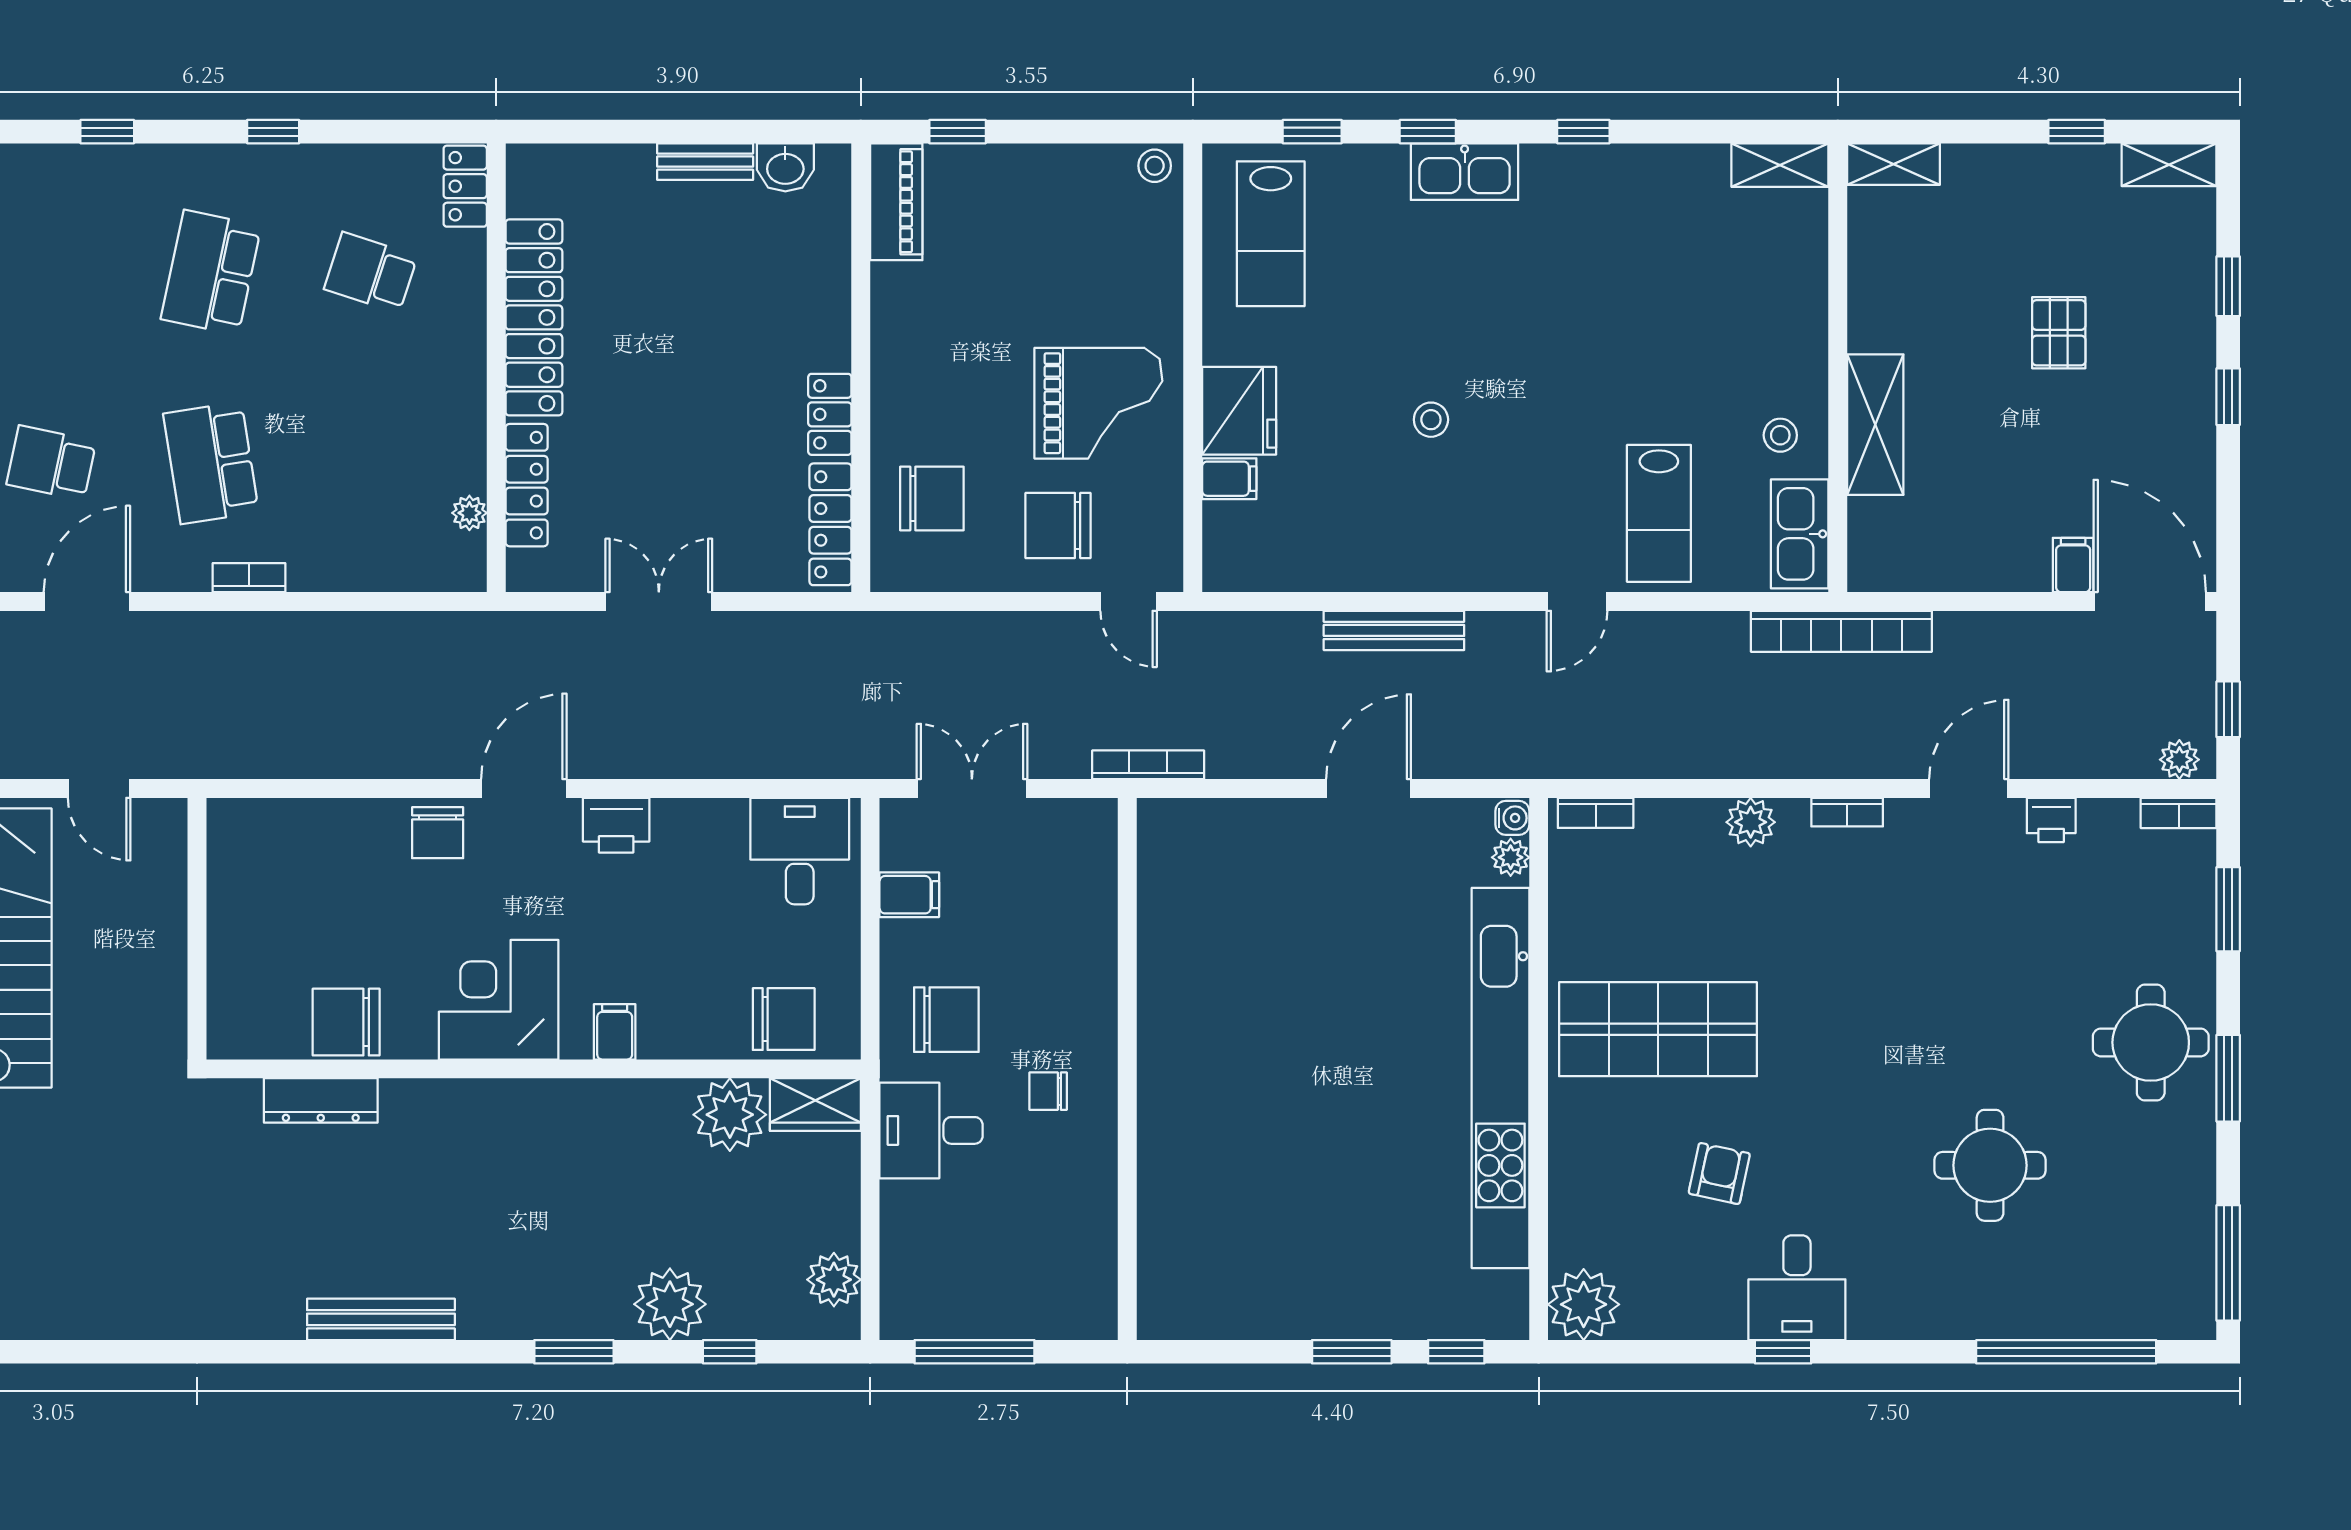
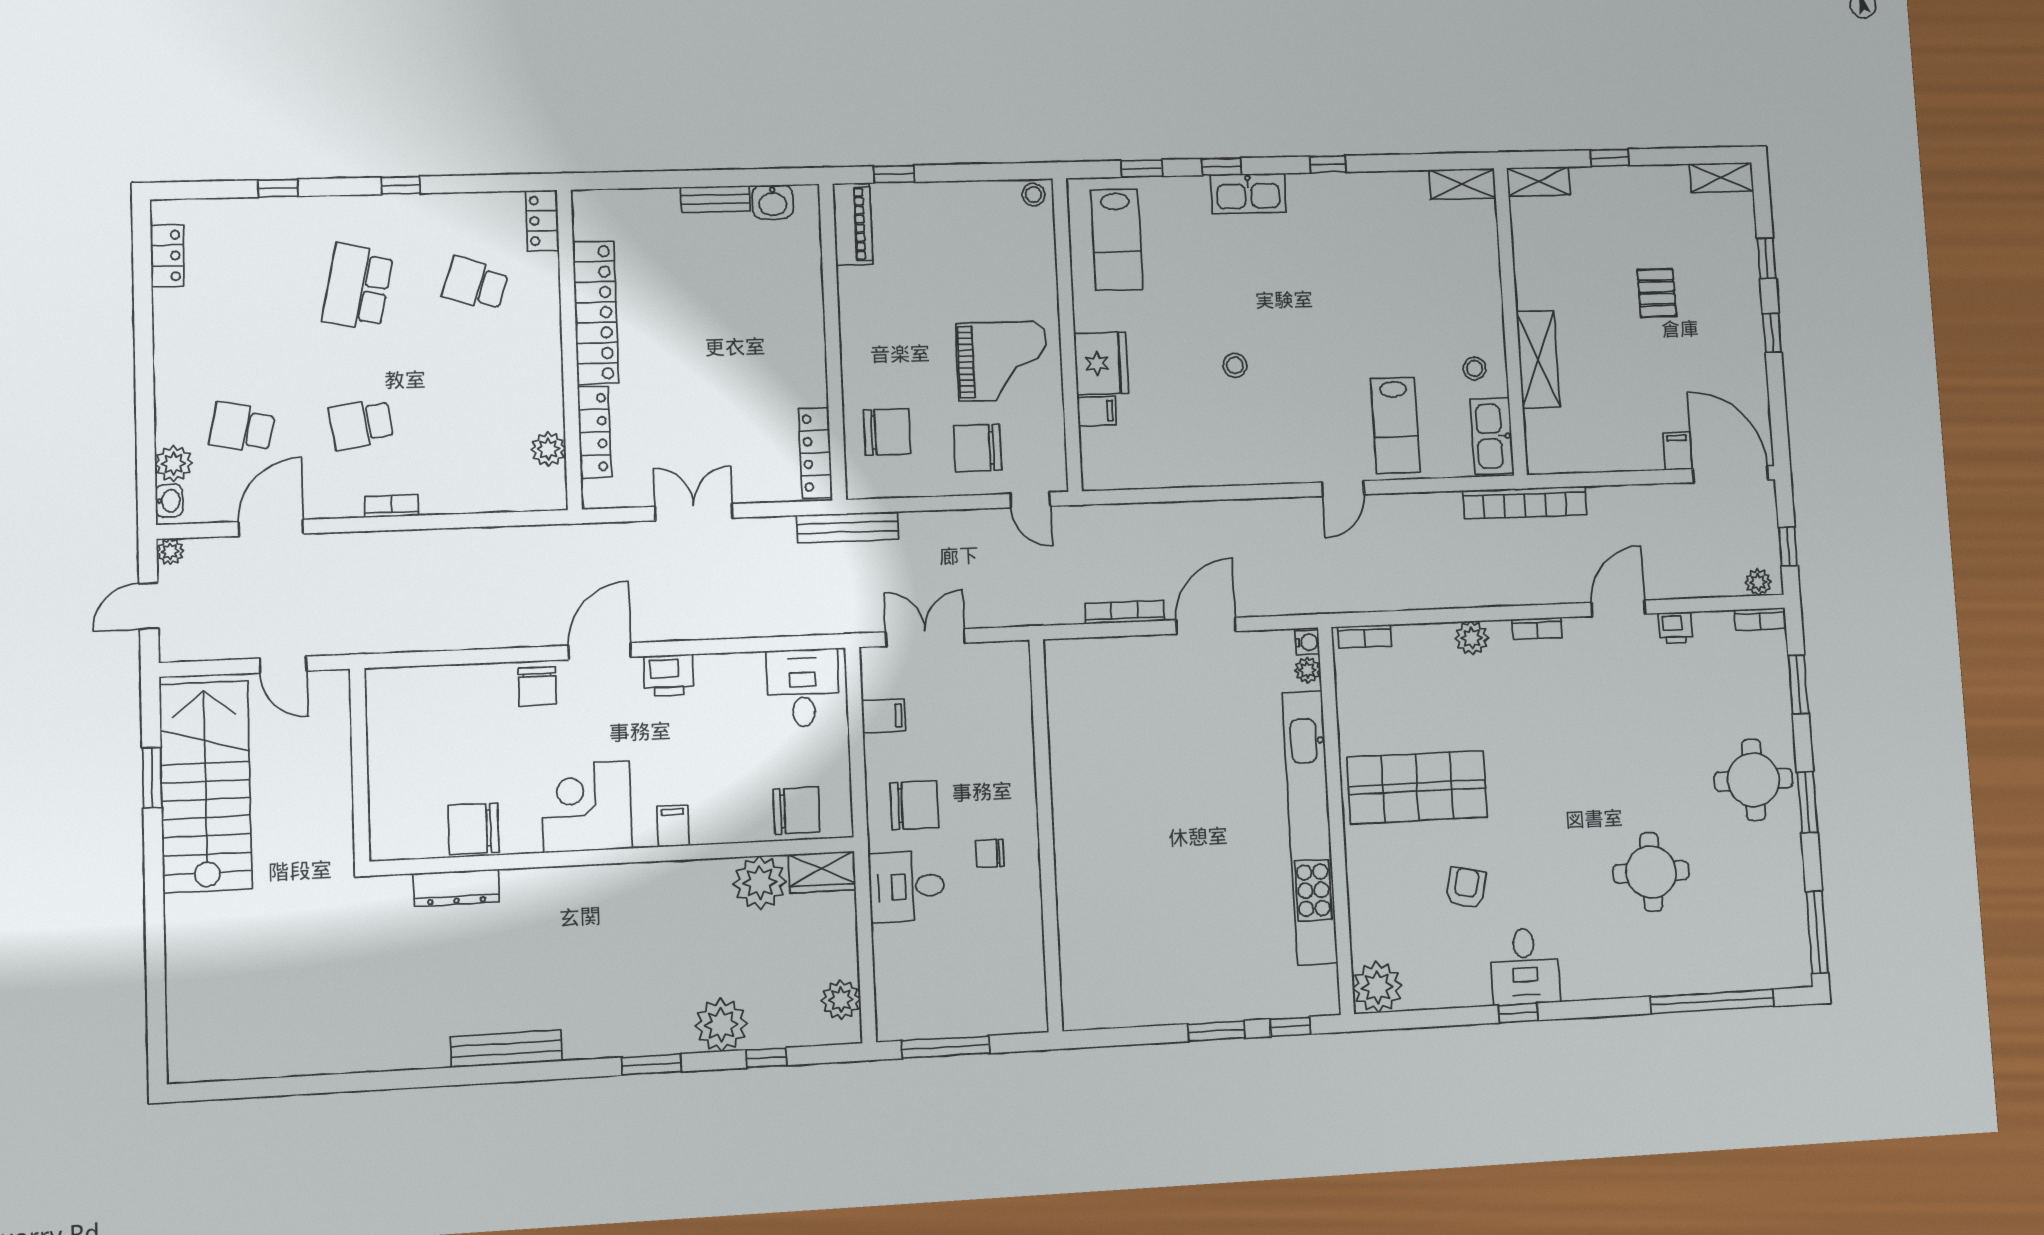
window: (2077, 132) -> (1610, 158), moved
locker: (830, 414) -> (812, 375), removed
school desk: (211, 463) -> (361, 424), width x0.54
plant: (469, 513) -> (548, 449), width x1.38, depth x1.38
bench: (1394, 630) -> (848, 527), moved
bookcase: (1148, 765) -> (1125, 612), moved

